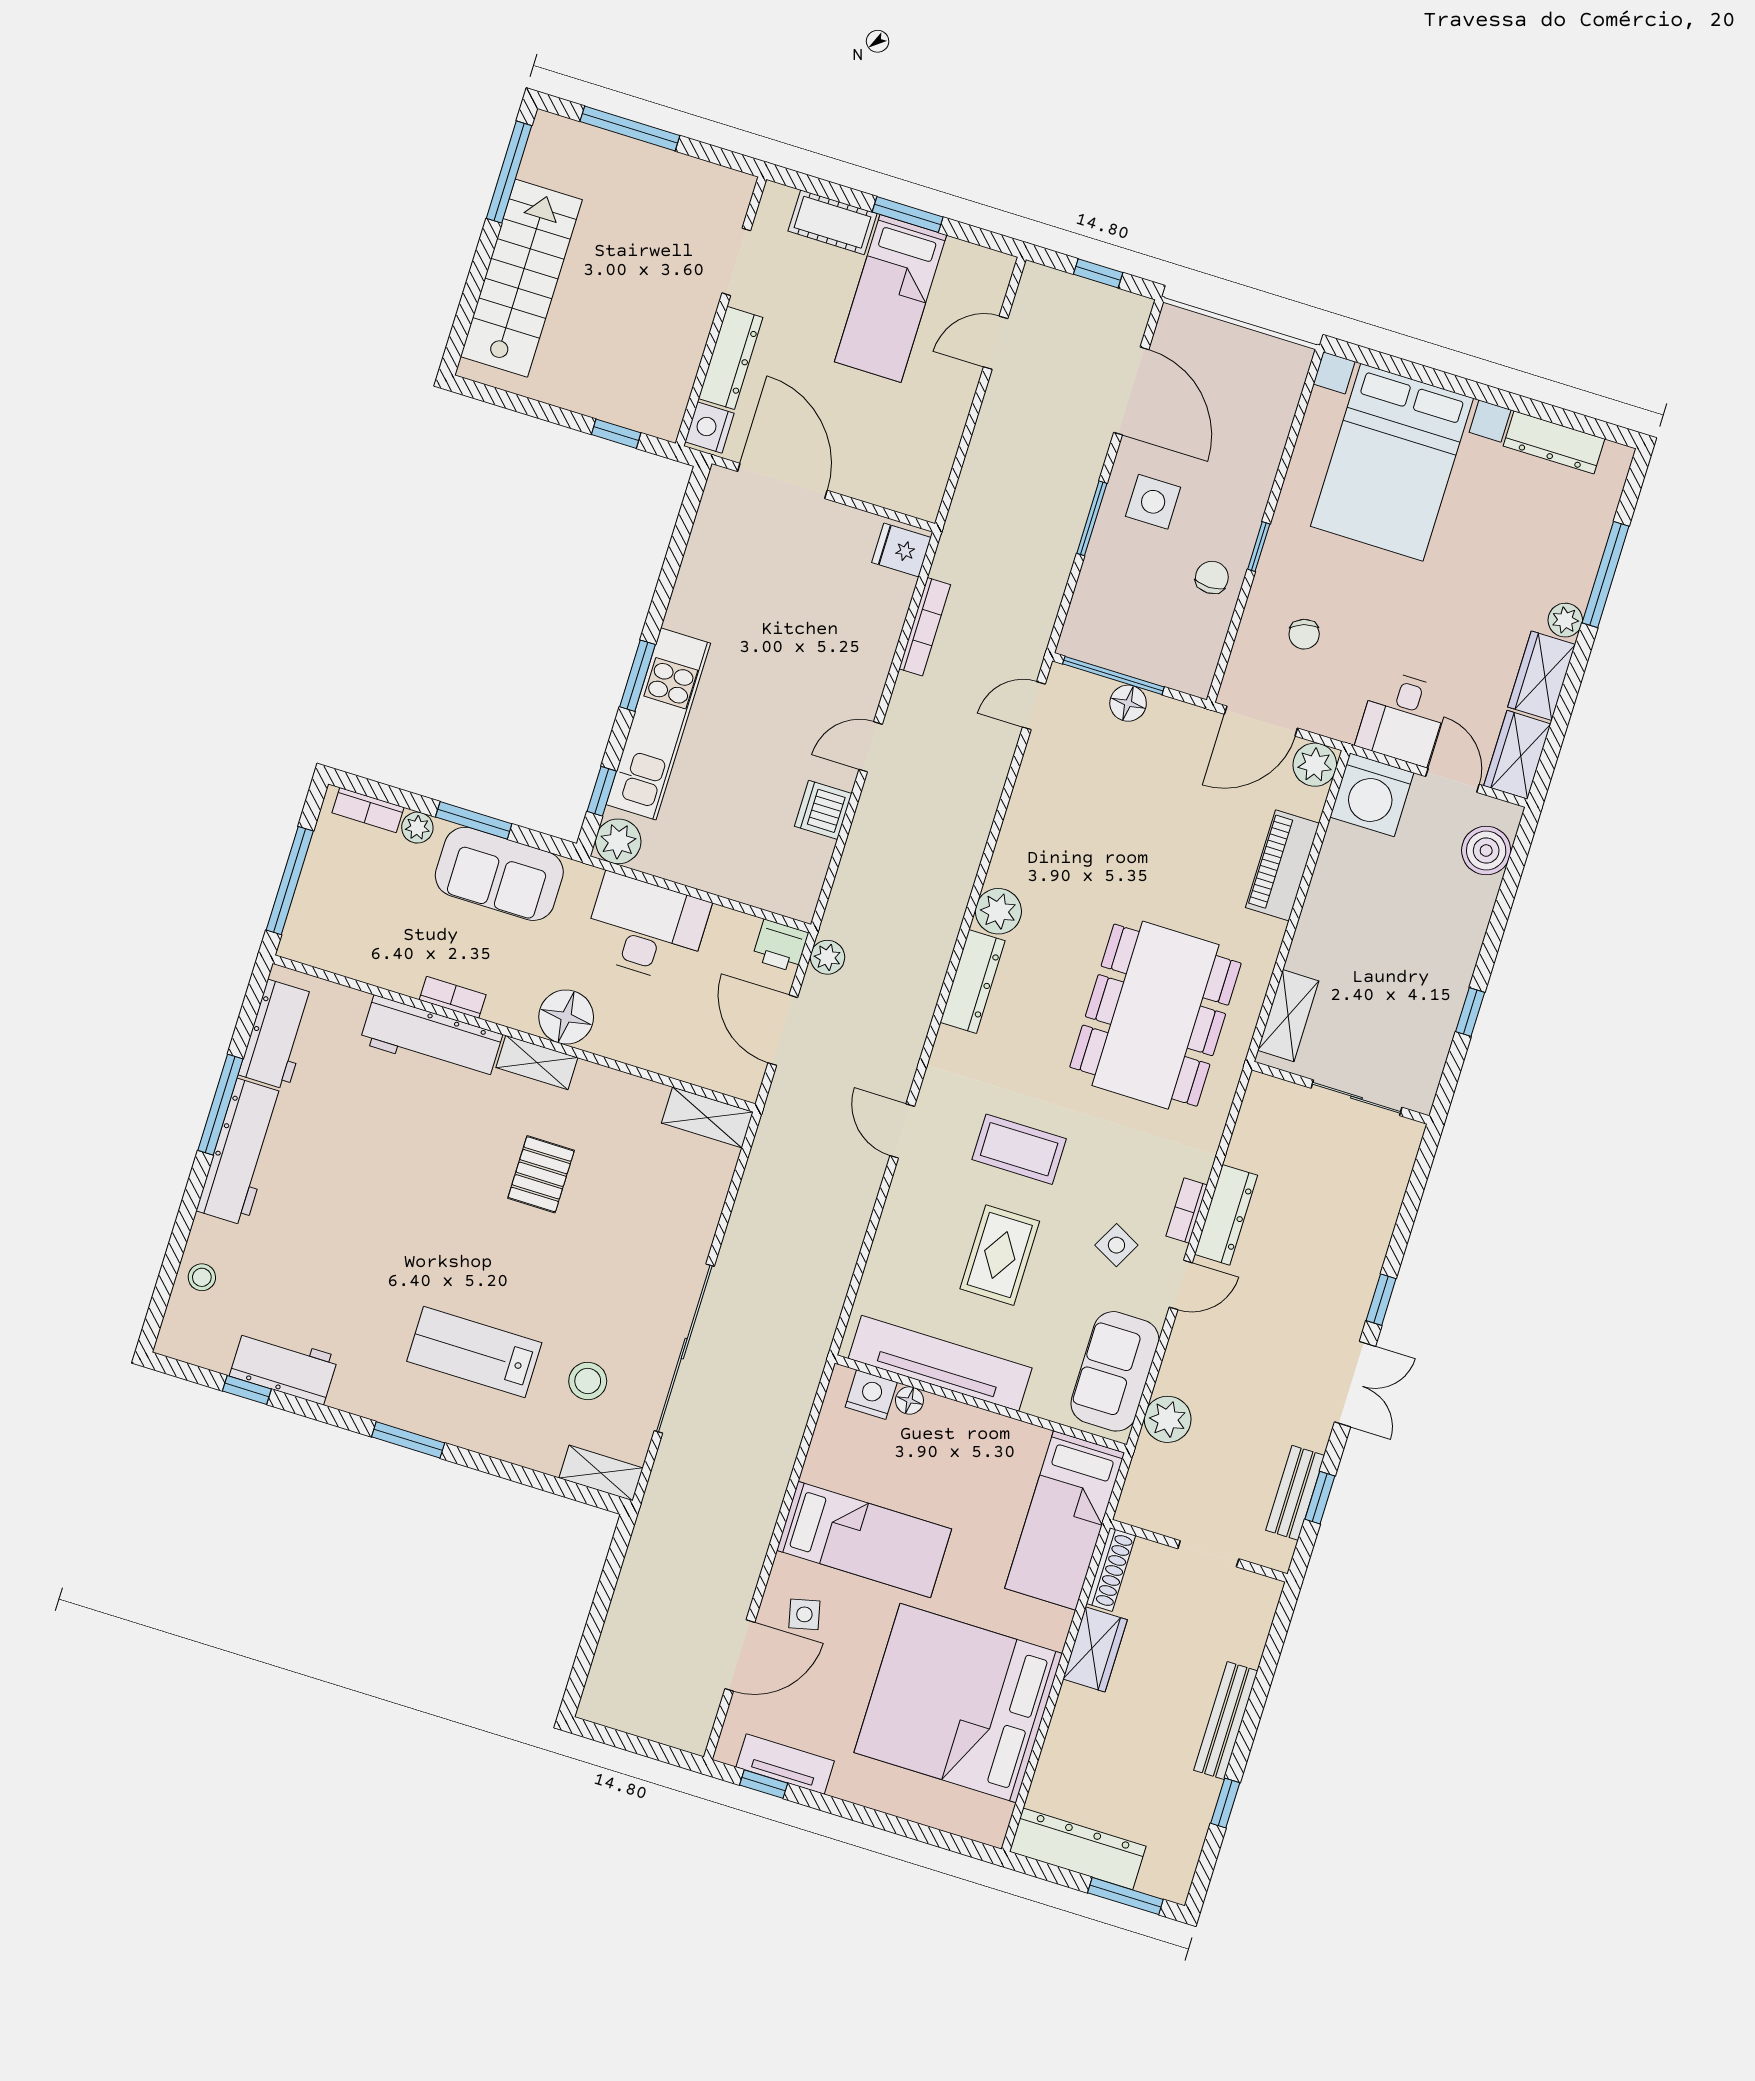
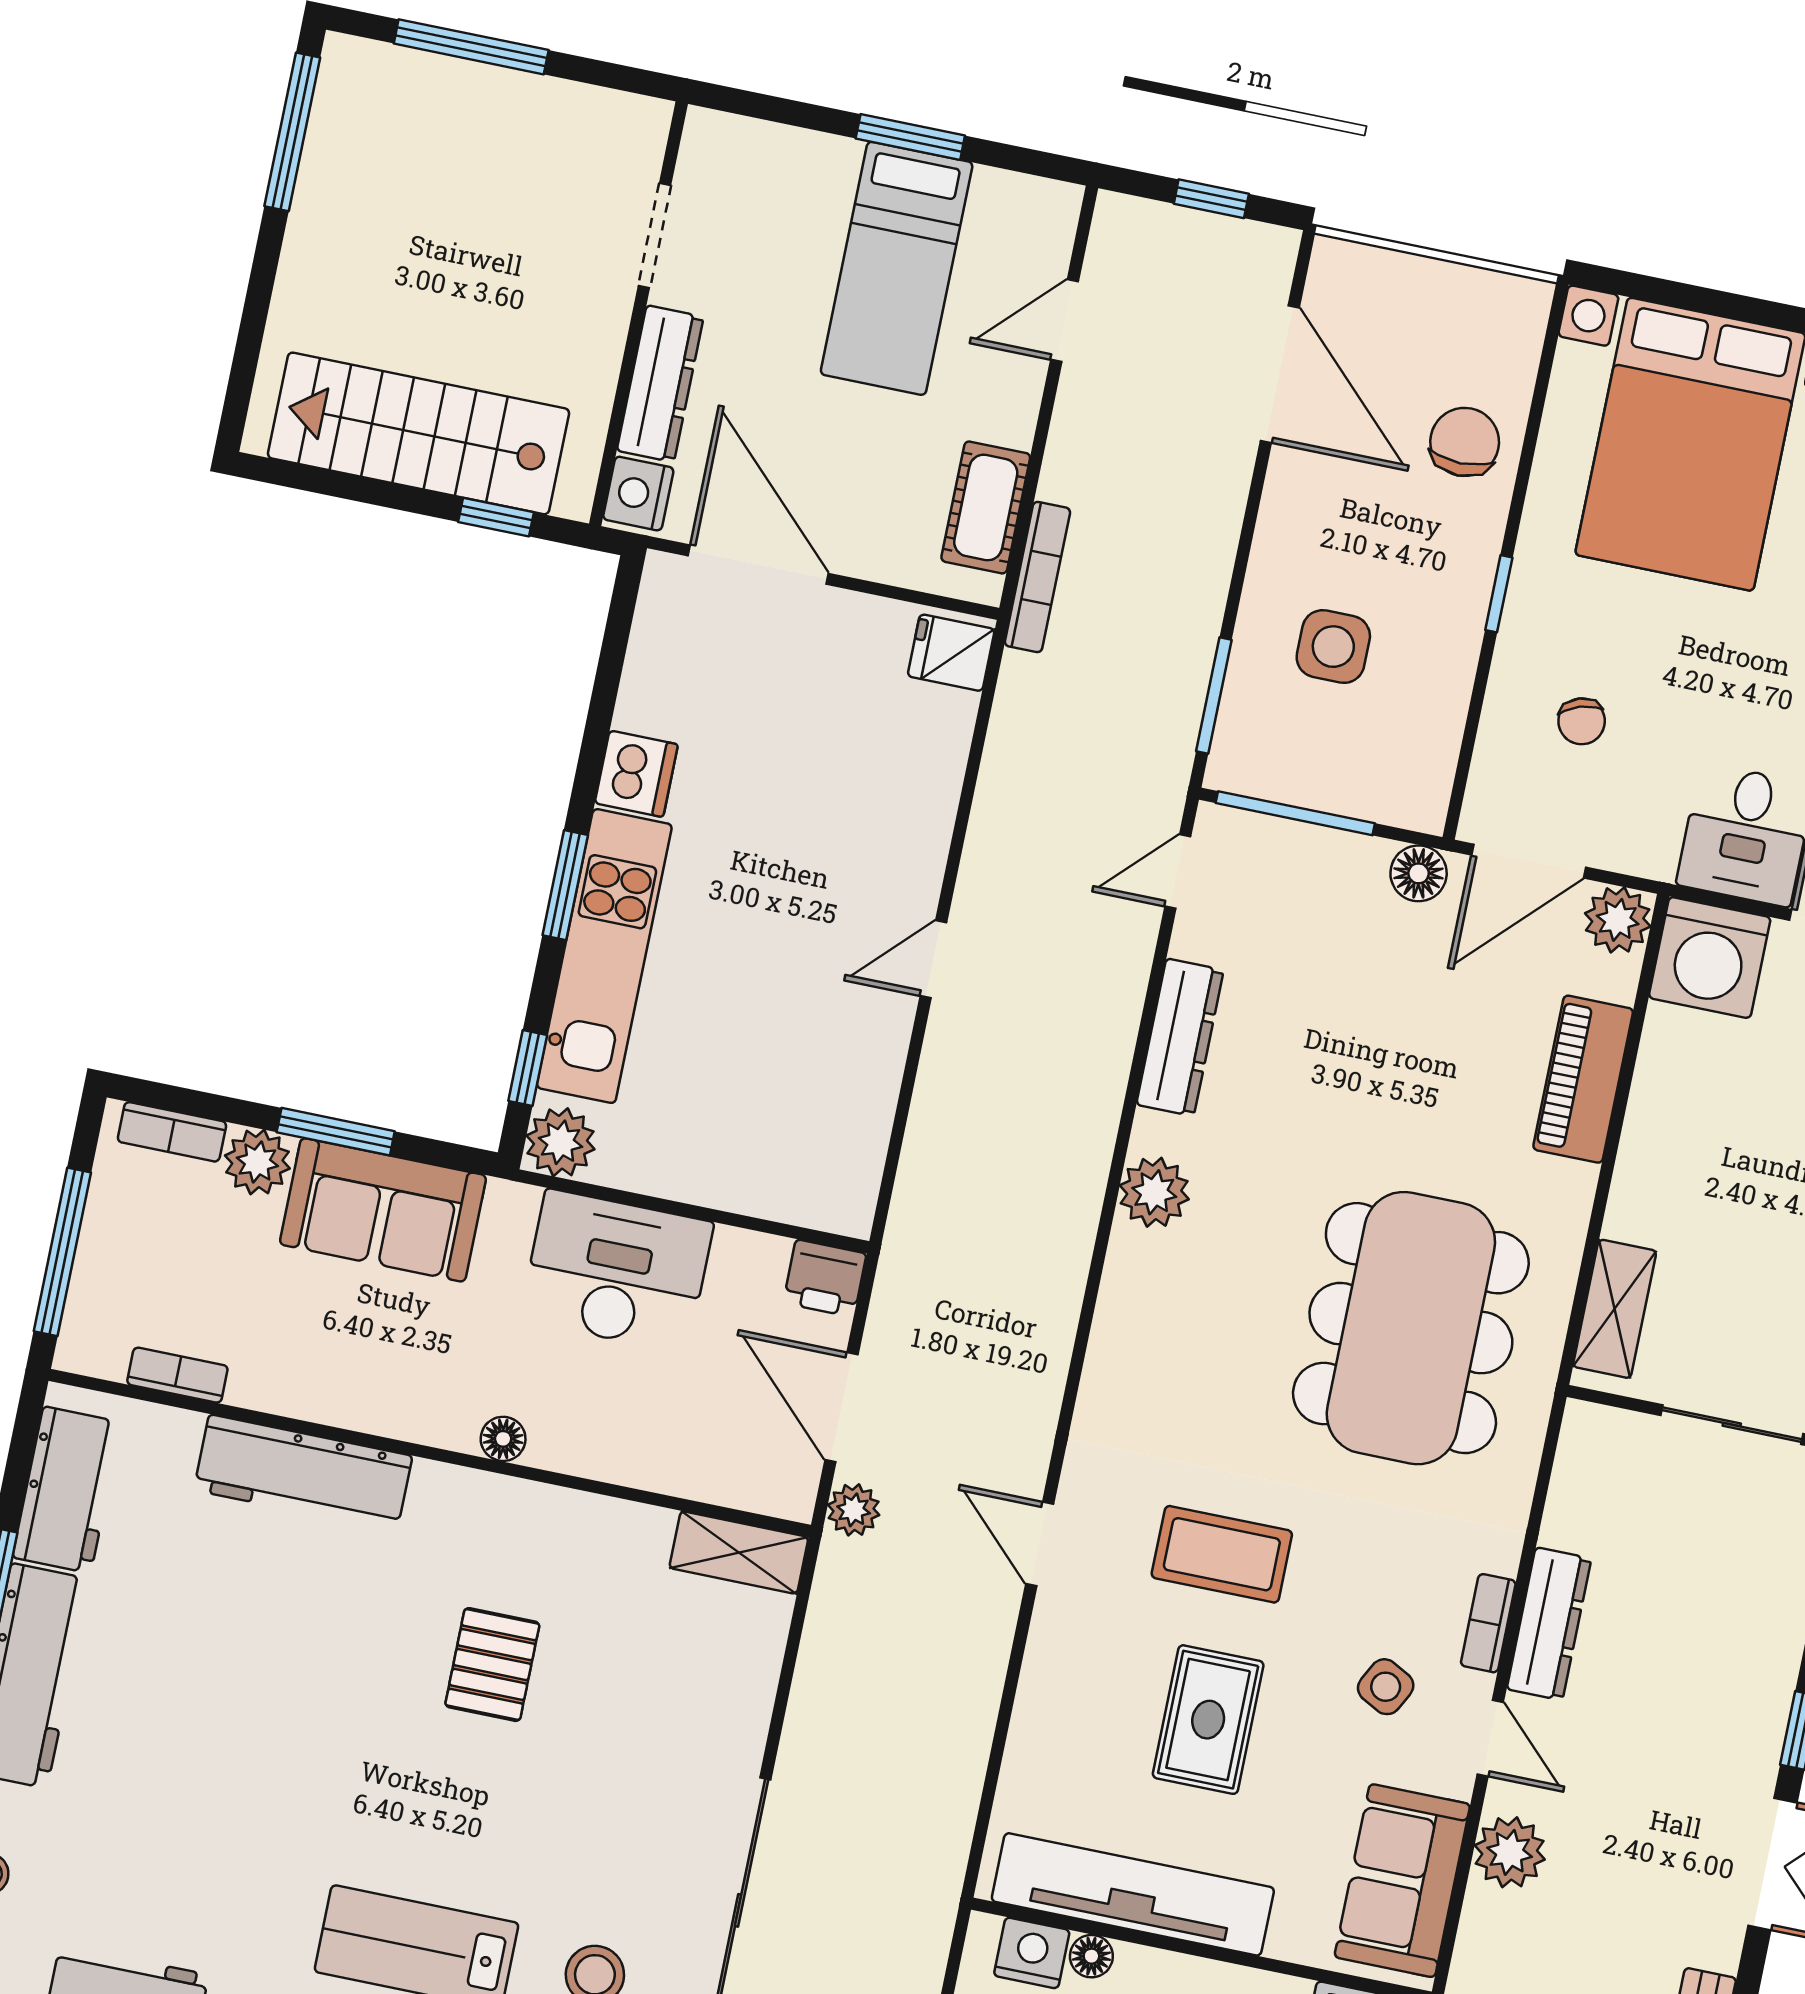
cot: (833, 222) -> (986, 507), moved, turned 90
stairs: (521, 278) -> (418, 433), moved, turned -90
side table: (1153, 502) -> (1333, 647), moved
window: (1092, 518) -> (1214, 695), moved
chair: (1212, 577) -> (1465, 442), moved, width x1.37, depth x1.37
bookcase: (925, 627) -> (1037, 577), moved
floor lamp: (1128, 703) -> (1419, 873), moved
dishwasher: (823, 810) -> (636, 774), moved, turned 180
plant: (417, 828) -> (257, 1162), width x1.38, depth x1.38
plant: (827, 957) -> (854, 1510), moved
dresser: (973, 982) -> (1180, 1037), moved
bookcase: (453, 997) -> (177, 1375), moved
floor lamp: (566, 1017) -> (503, 1439), width x0.53, depth x0.53
shelving: (537, 1063) -> (469, 1494), removed
door: (1181, 1285) -> (1490, 1738), hinge flipped
plant: (1168, 1419) -> (1510, 1852), moved

